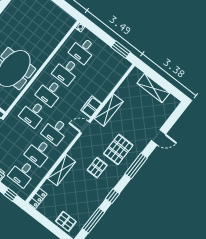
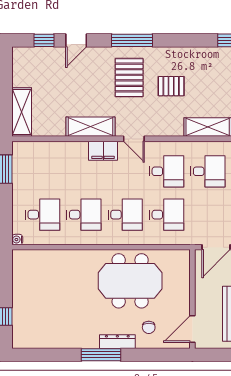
shelving: (153, 88) -> (22, 112), moved
door: (158, 137) -> (76, 40), swing flipped
pallet: (118, 149) -> (129, 78), turned 90
window: (112, 196) -> (44, 40), moved

